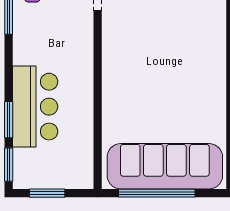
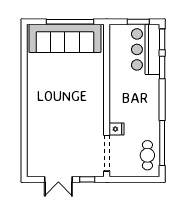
fridge: (82, 21) -> (117, 129), added
bar counter: (35, 107) -> (146, 49), moved

